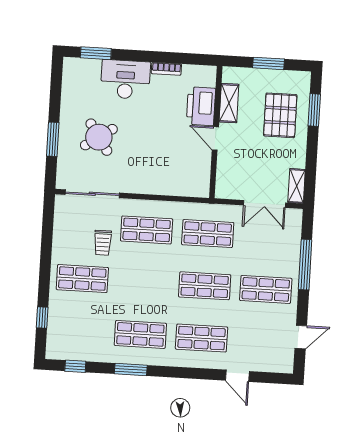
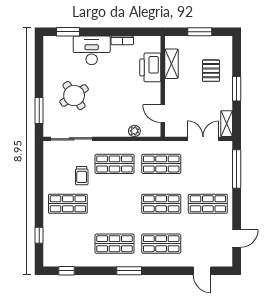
window: (314, 110) -> (237, 89), moved
pallet: (280, 115) -> (211, 71), width x0.67, depth x0.71
door: (215, 138) -> (163, 114), moved
window: (53, 139) -> (39, 110), moved
plant: (175, 188) -> (134, 131), added
double door: (264, 204) -> (203, 139), swing flipped
window: (305, 265) -> (237, 169), moved
window: (131, 370) -> (129, 271), moved
door: (237, 376) -> (202, 271), moved

